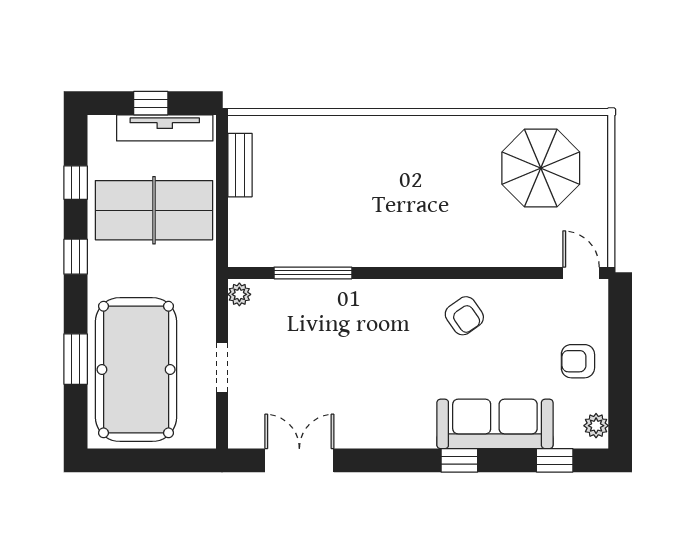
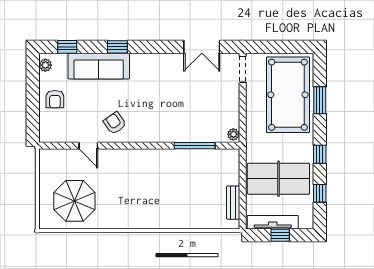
door: (581, 273) -> (88, 146), moved
armchair: (578, 361) -> (55, 99), turned 90
doorway: (222, 367) -> (243, 69), moved

